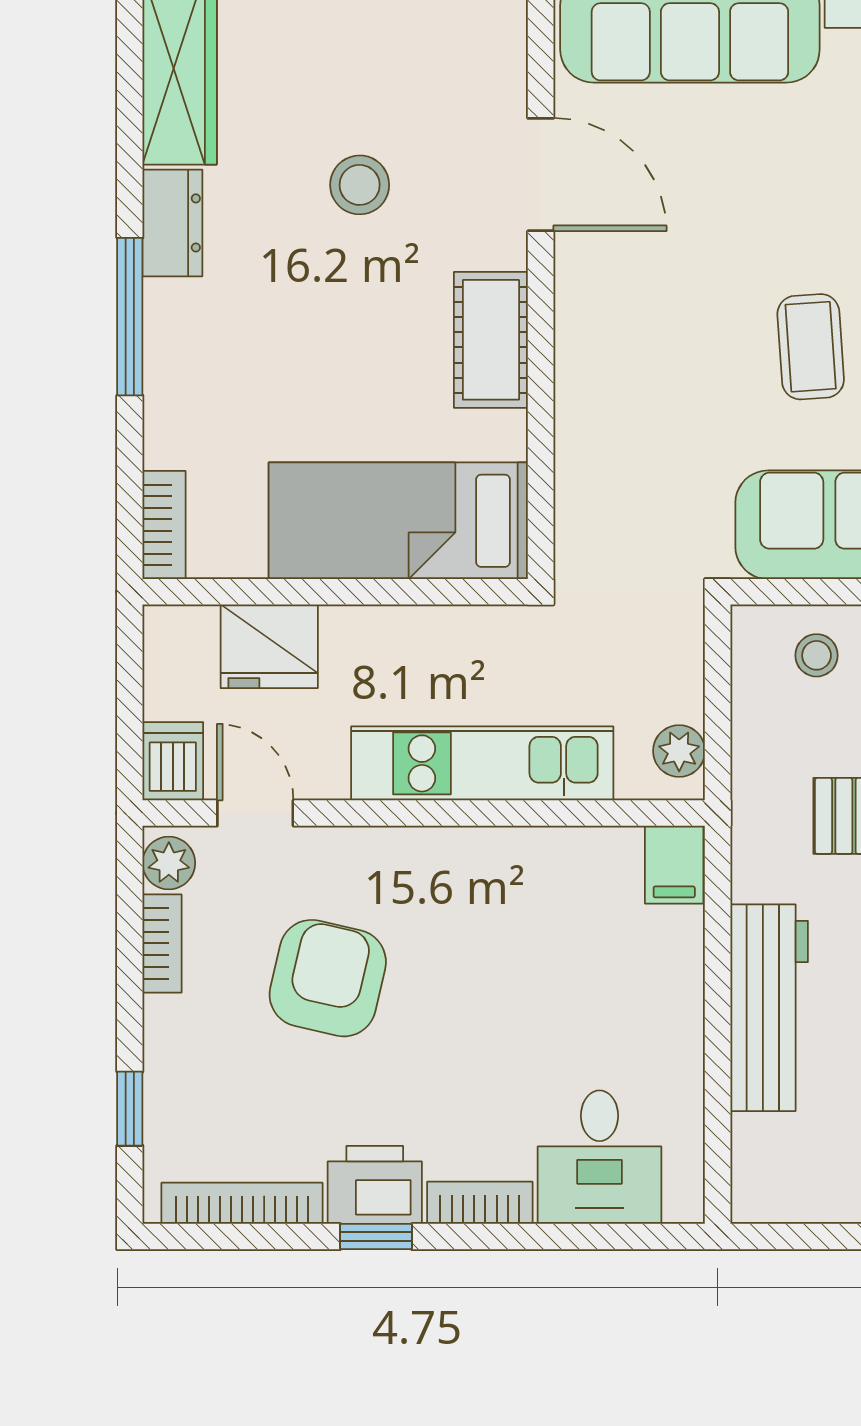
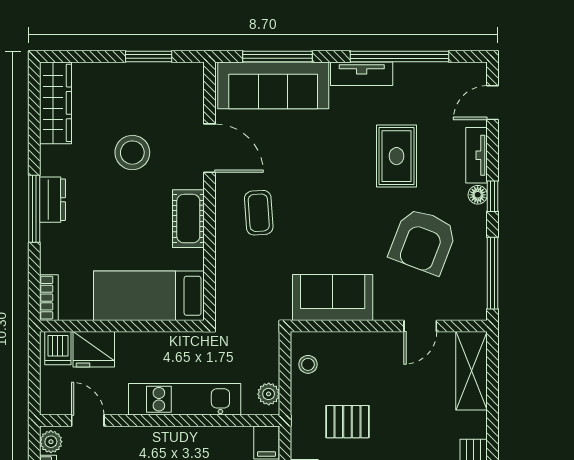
stool: (360, 185) -> (132, 153), width x1.38, depth x1.38
dresser: (172, 223) -> (52, 200), moved
coffee table: (811, 347) -> (259, 213), moved
stool: (817, 655) -> (308, 364), moved
dishwasher: (173, 761) -> (58, 348), moved, turned 180

